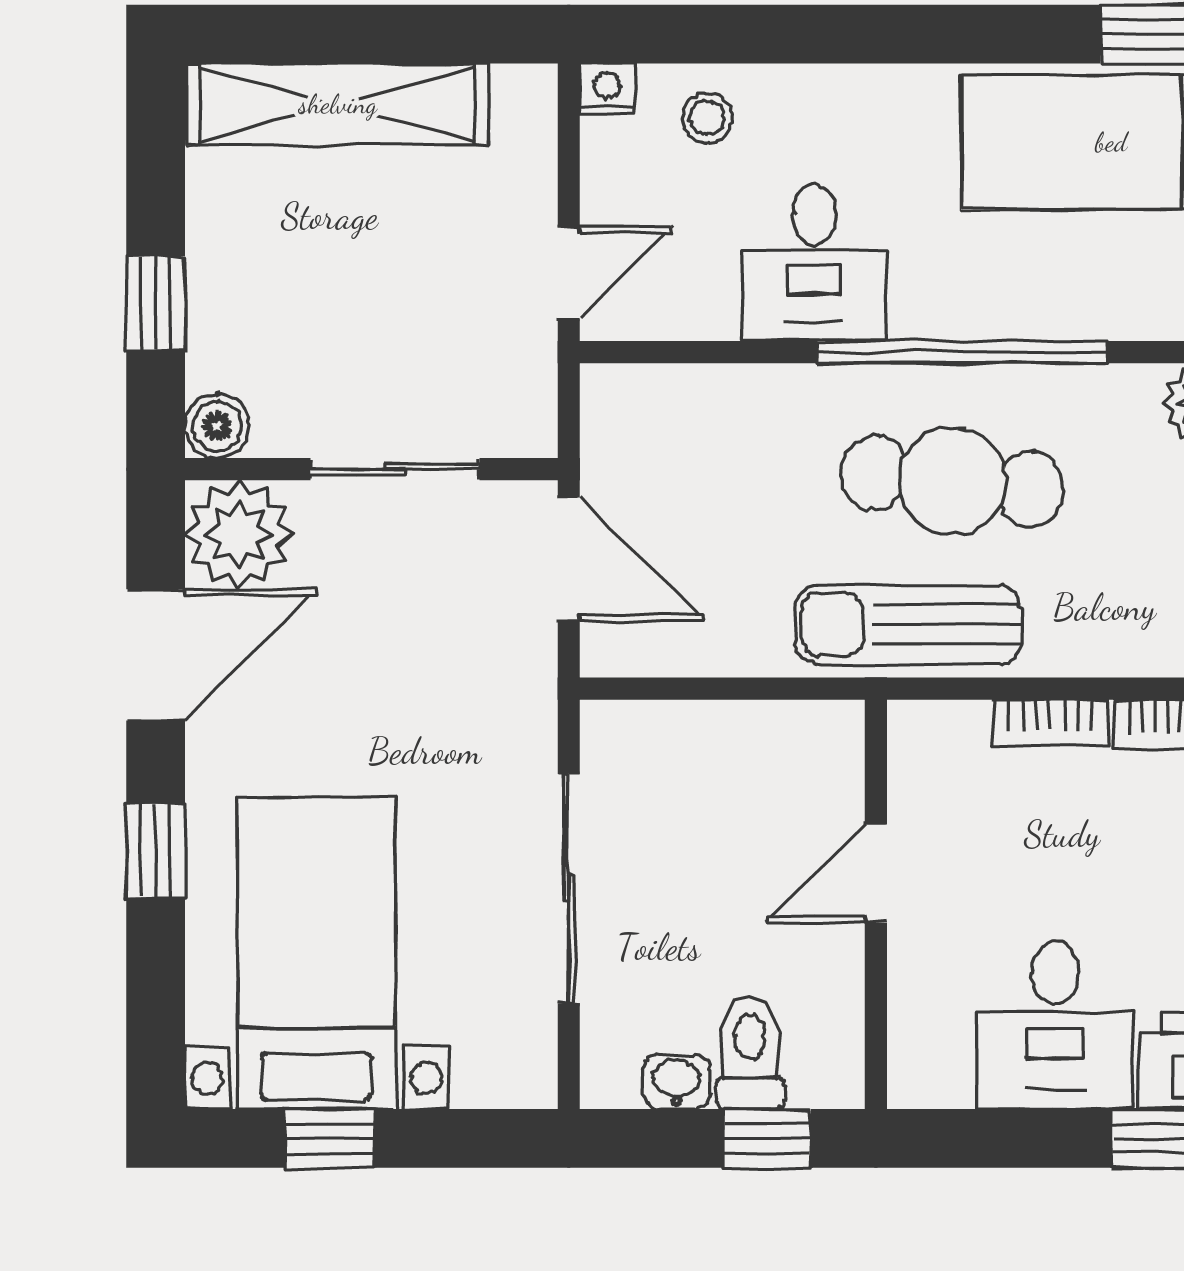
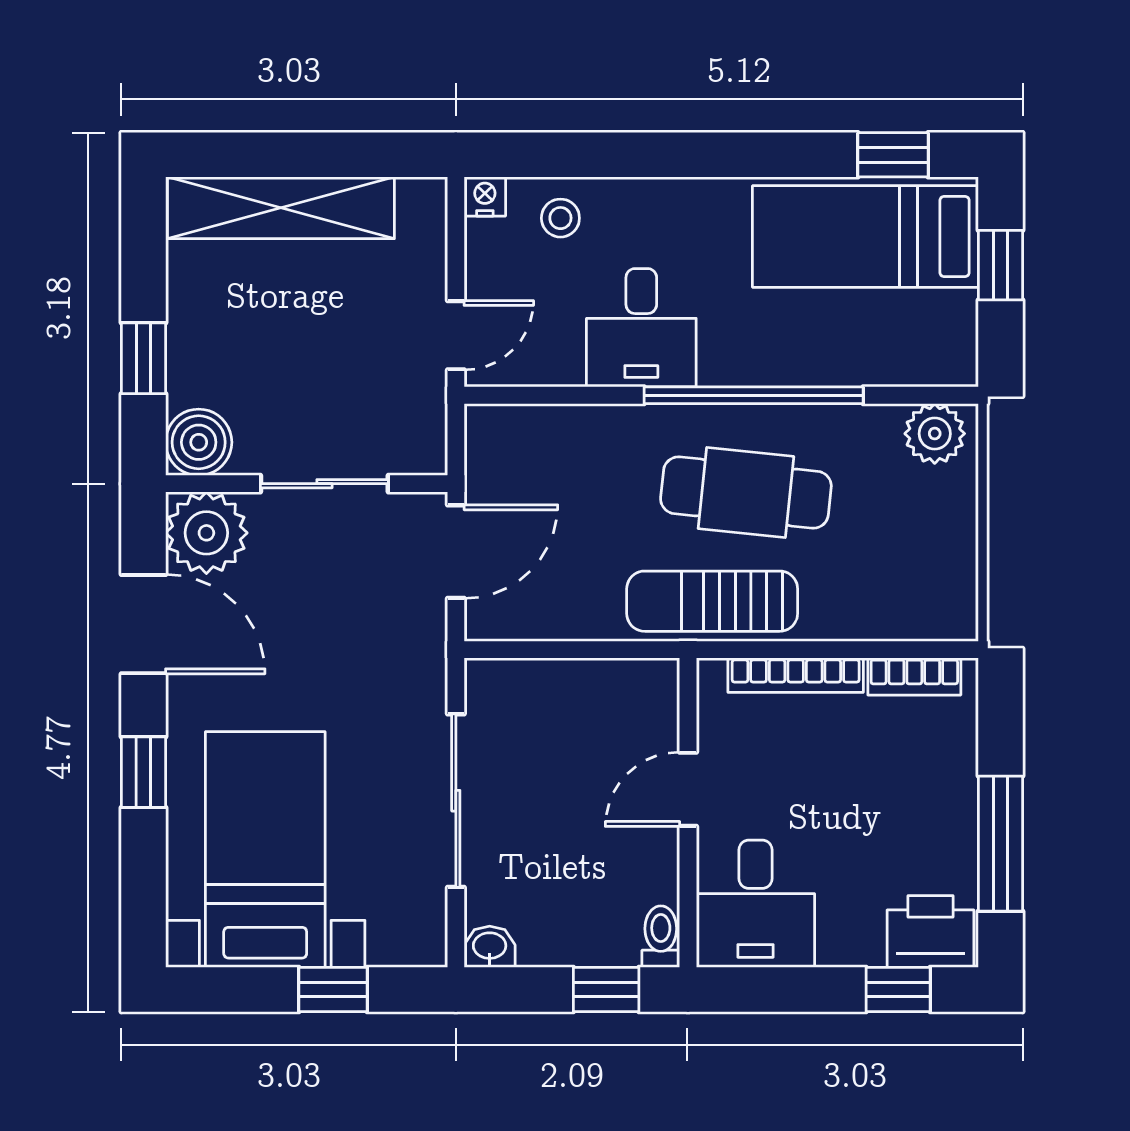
boiler: (217, 426) -> (199, 442), width x1.36, depth x1.36
door: (569, 559) -> (456, 552), hinge flipped
door: (156, 655) -> (143, 624), hinge flipped
bookcase: (1051, 723) -> (796, 675), width x1.56
desk: (1055, 1025) -> (756, 904), moved
toilet: (750, 1053) -> (661, 937), moved, width x0.73, depth x0.72
washbasin: (677, 1082) -> (490, 947), moved
window: (329, 1138) -> (333, 990), moved

